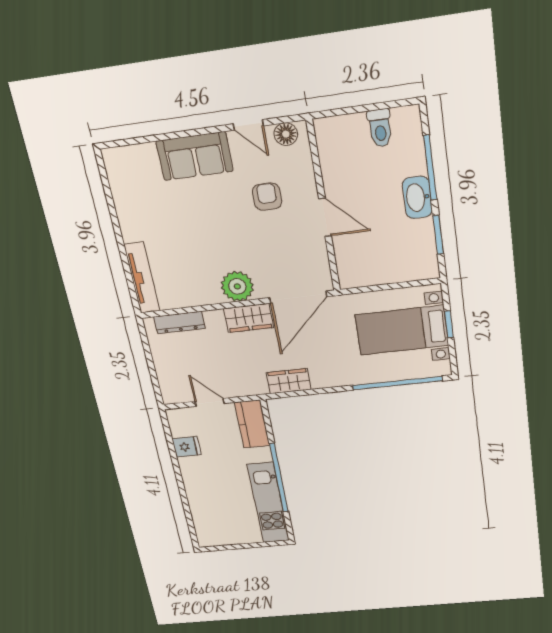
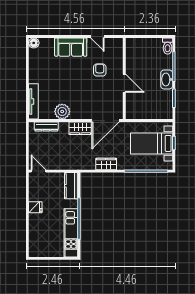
toilet: (380, 128) -> (168, 46), moved
floor lamp: (286, 134) -> (34, 43), moved
plant: (237, 286) -> (62, 111), moved
wardrobe: (289, 381) -> (106, 164), moved
door: (210, 402) -> (39, 171), moved
fridge: (187, 447) -> (35, 207), moved

